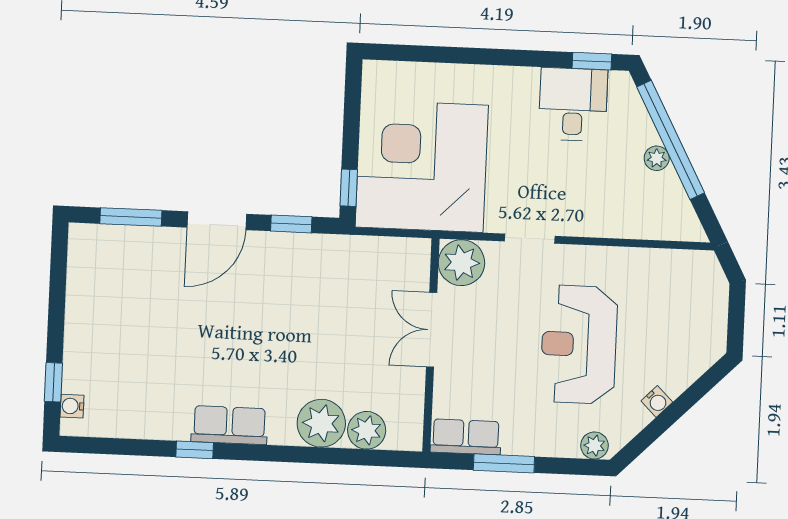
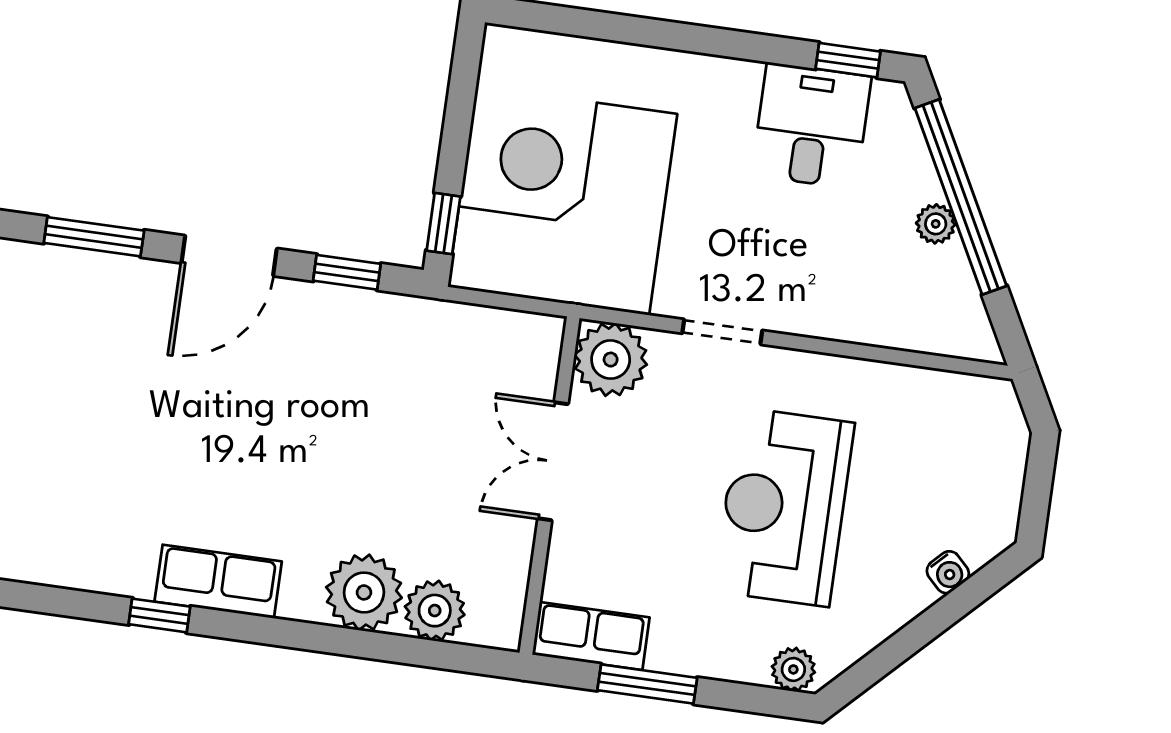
water cooler: (657, 402) -> (948, 572), moved

